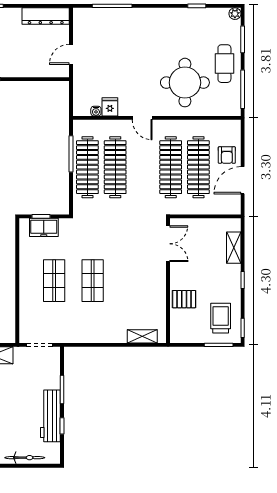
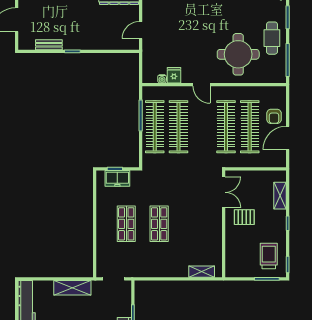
pallet: (184, 299) -> (244, 217), moved

